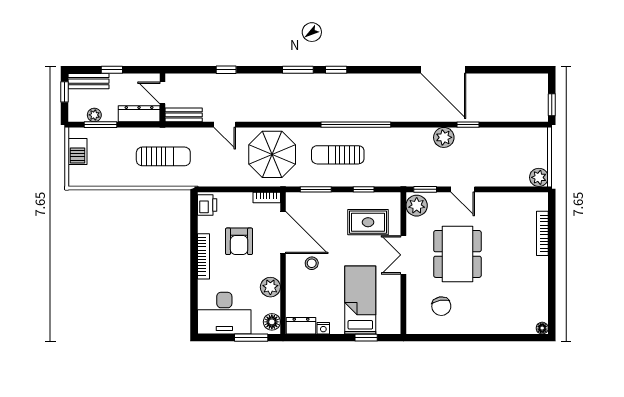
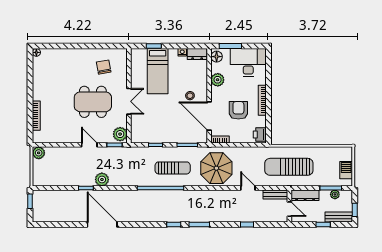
sun lounger: (163, 156) -> (289, 167), width x1.36, depth x1.34
rug: (368, 222) -> (152, 123), removed
dining table: (457, 254) -> (93, 102), turned 90

